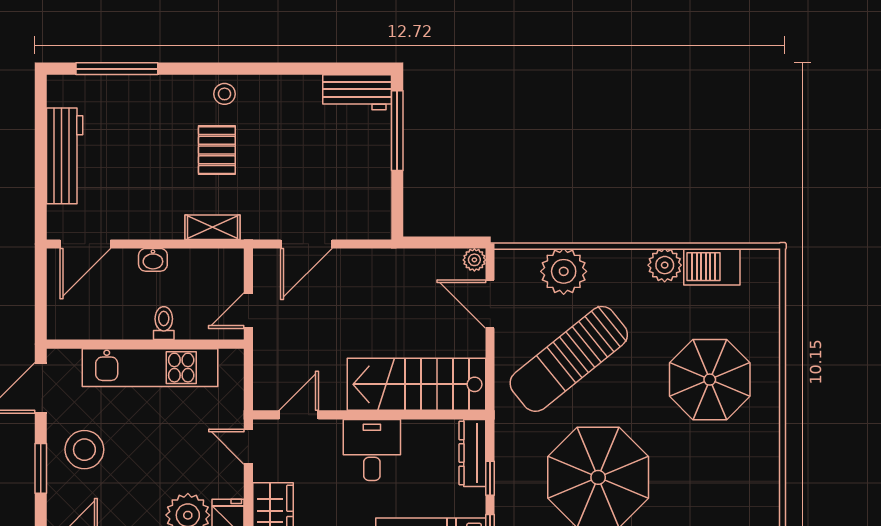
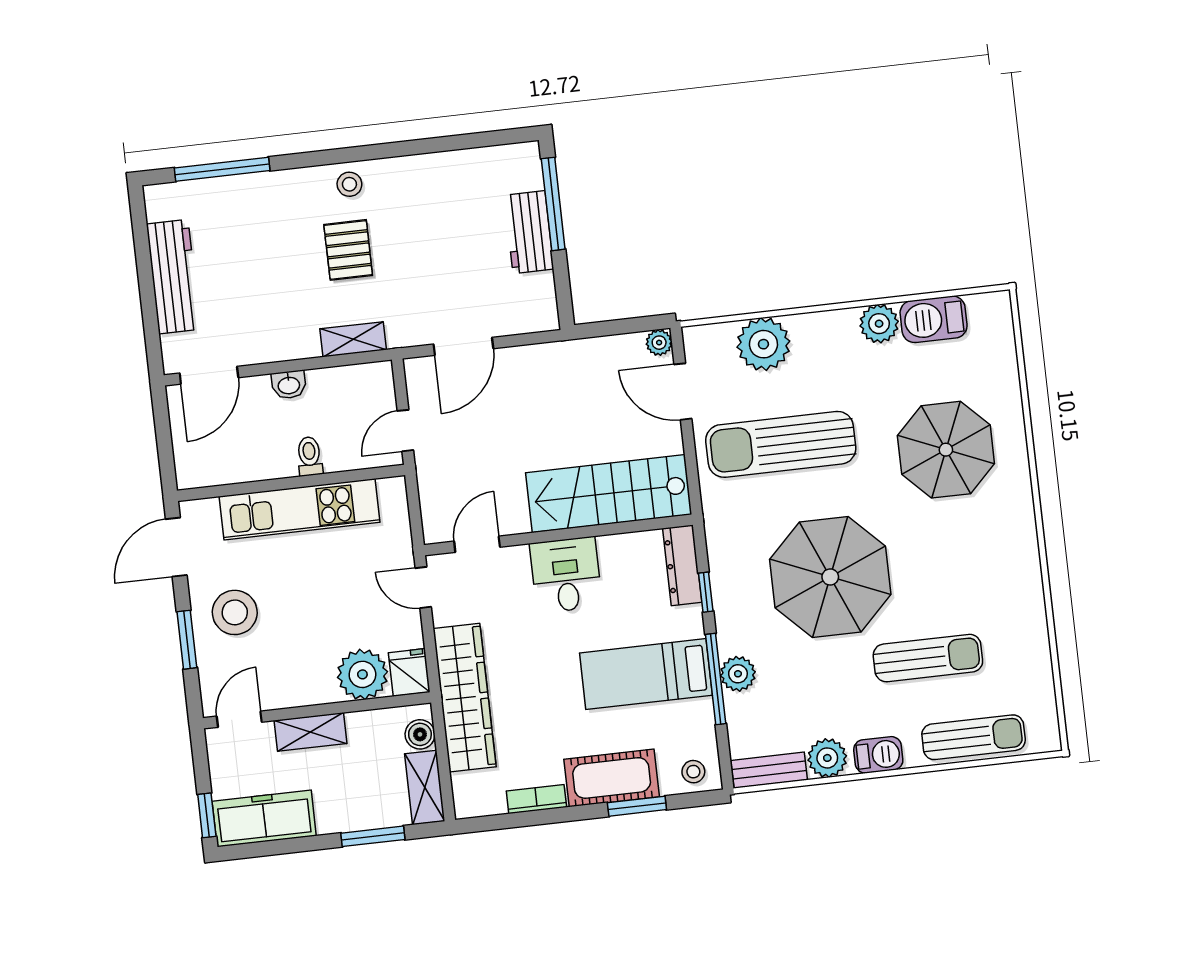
workbench: (357, 92) -> (529, 232), moved, turned 90
sun lounger: (569, 359) -> (781, 444), turned 39

